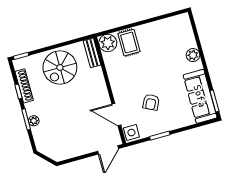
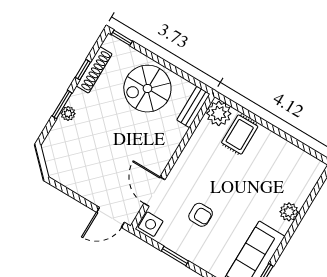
armchair: (151, 102) -> (201, 215), turned -116

